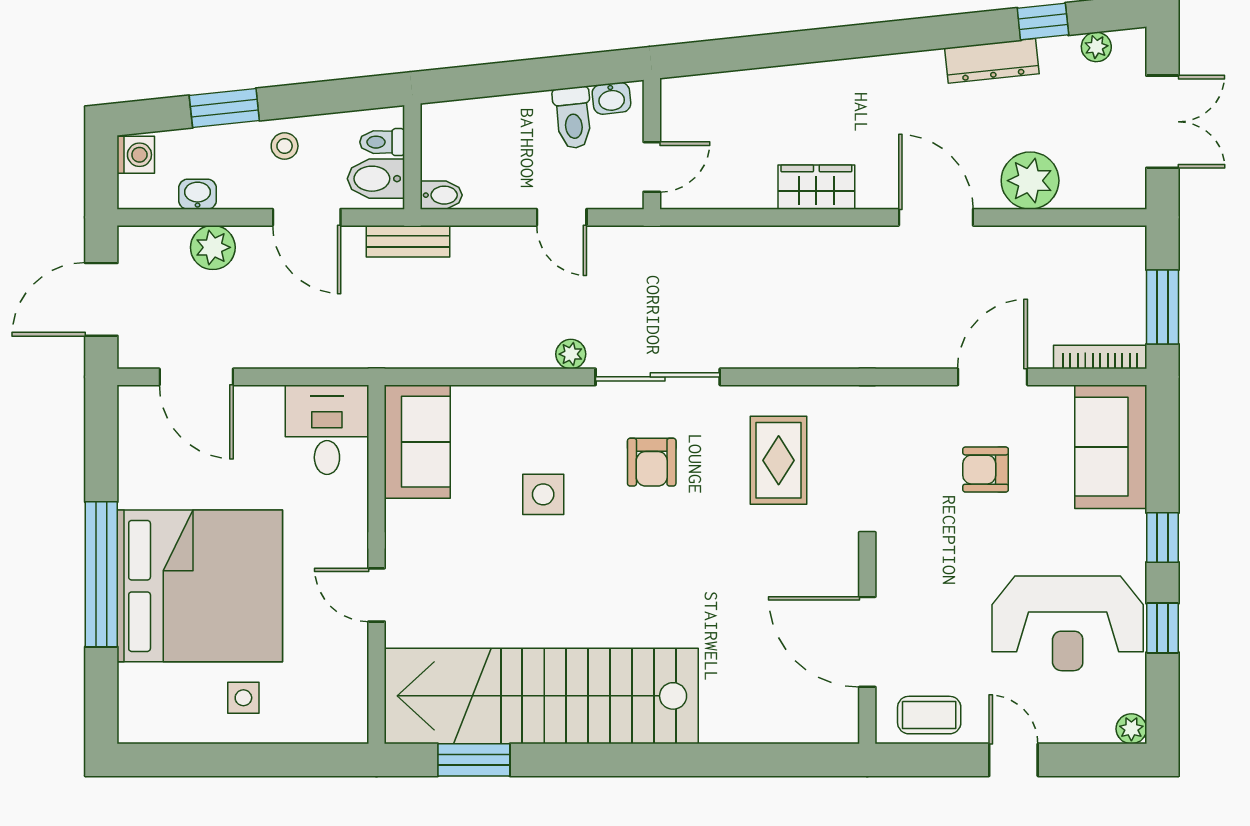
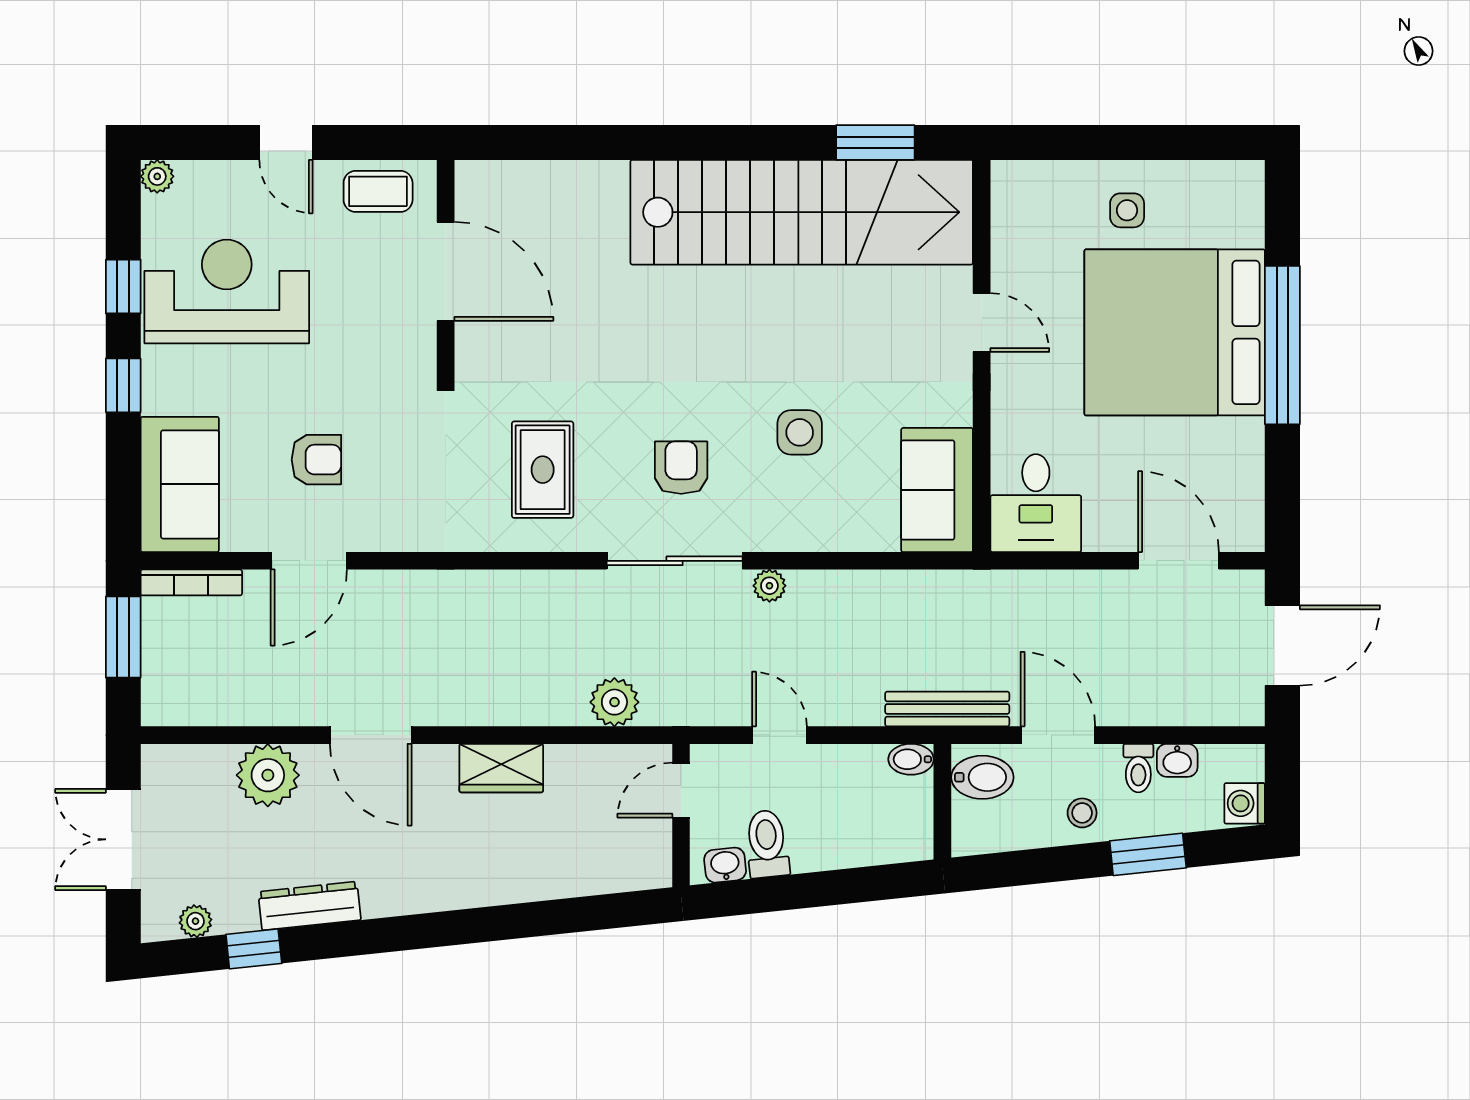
toilet: (382, 142) -> (1138, 768), moved, turned 90
bench: (408, 241) -> (947, 709), width x1.36
plant: (213, 247) -> (614, 702), moved

